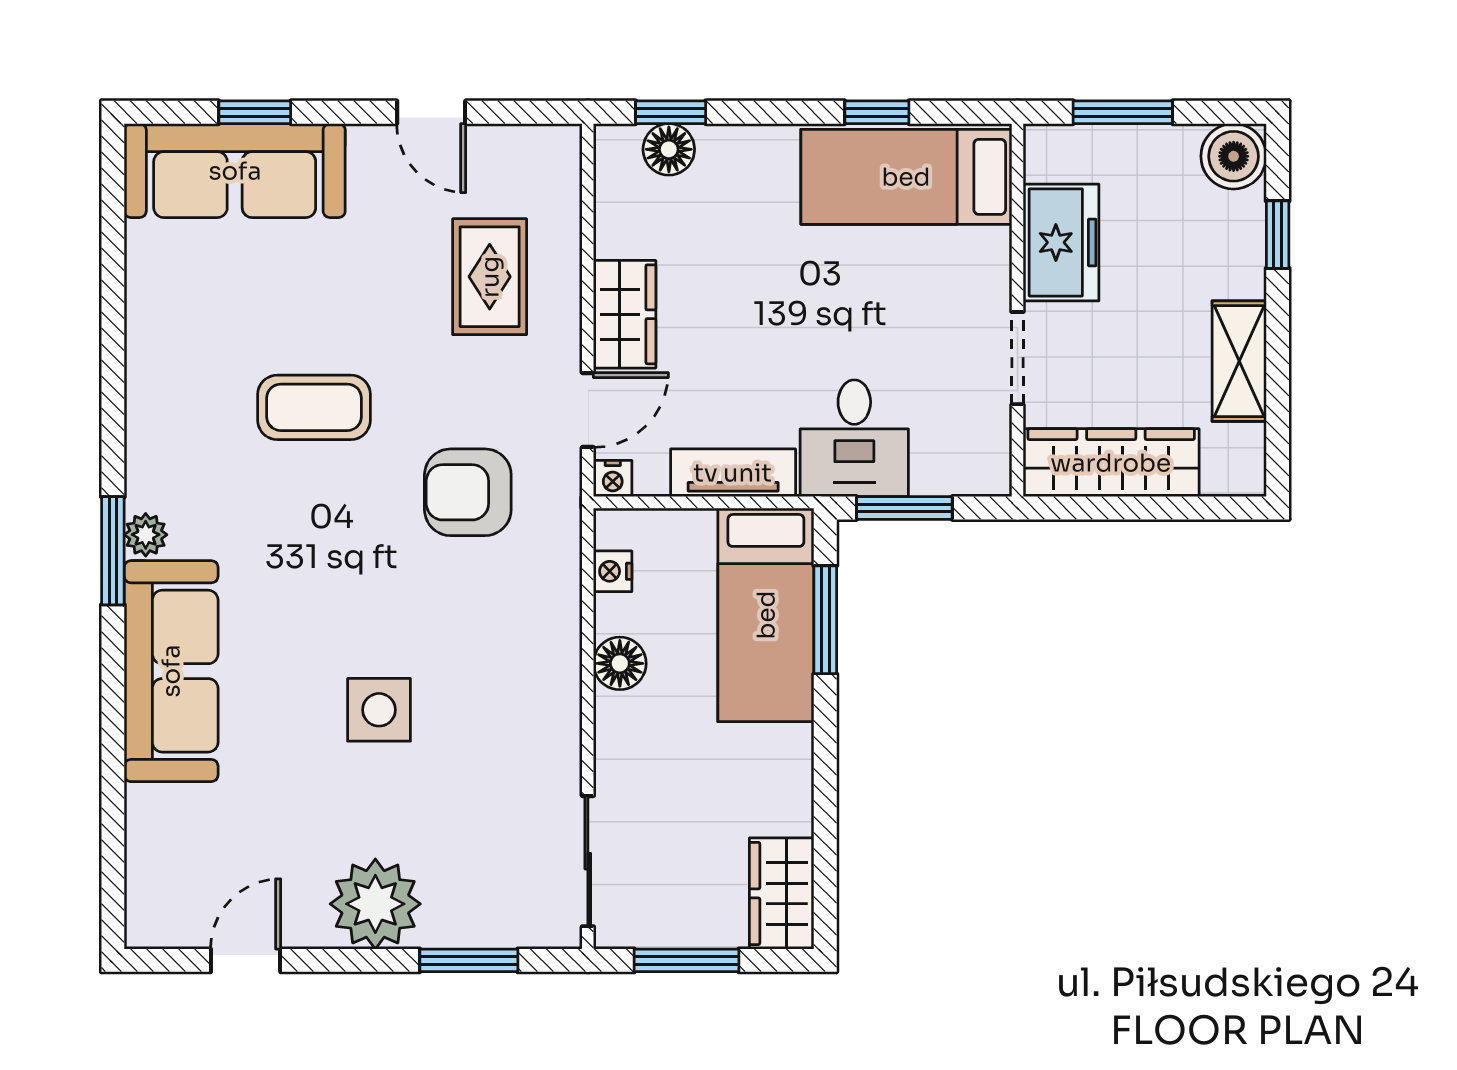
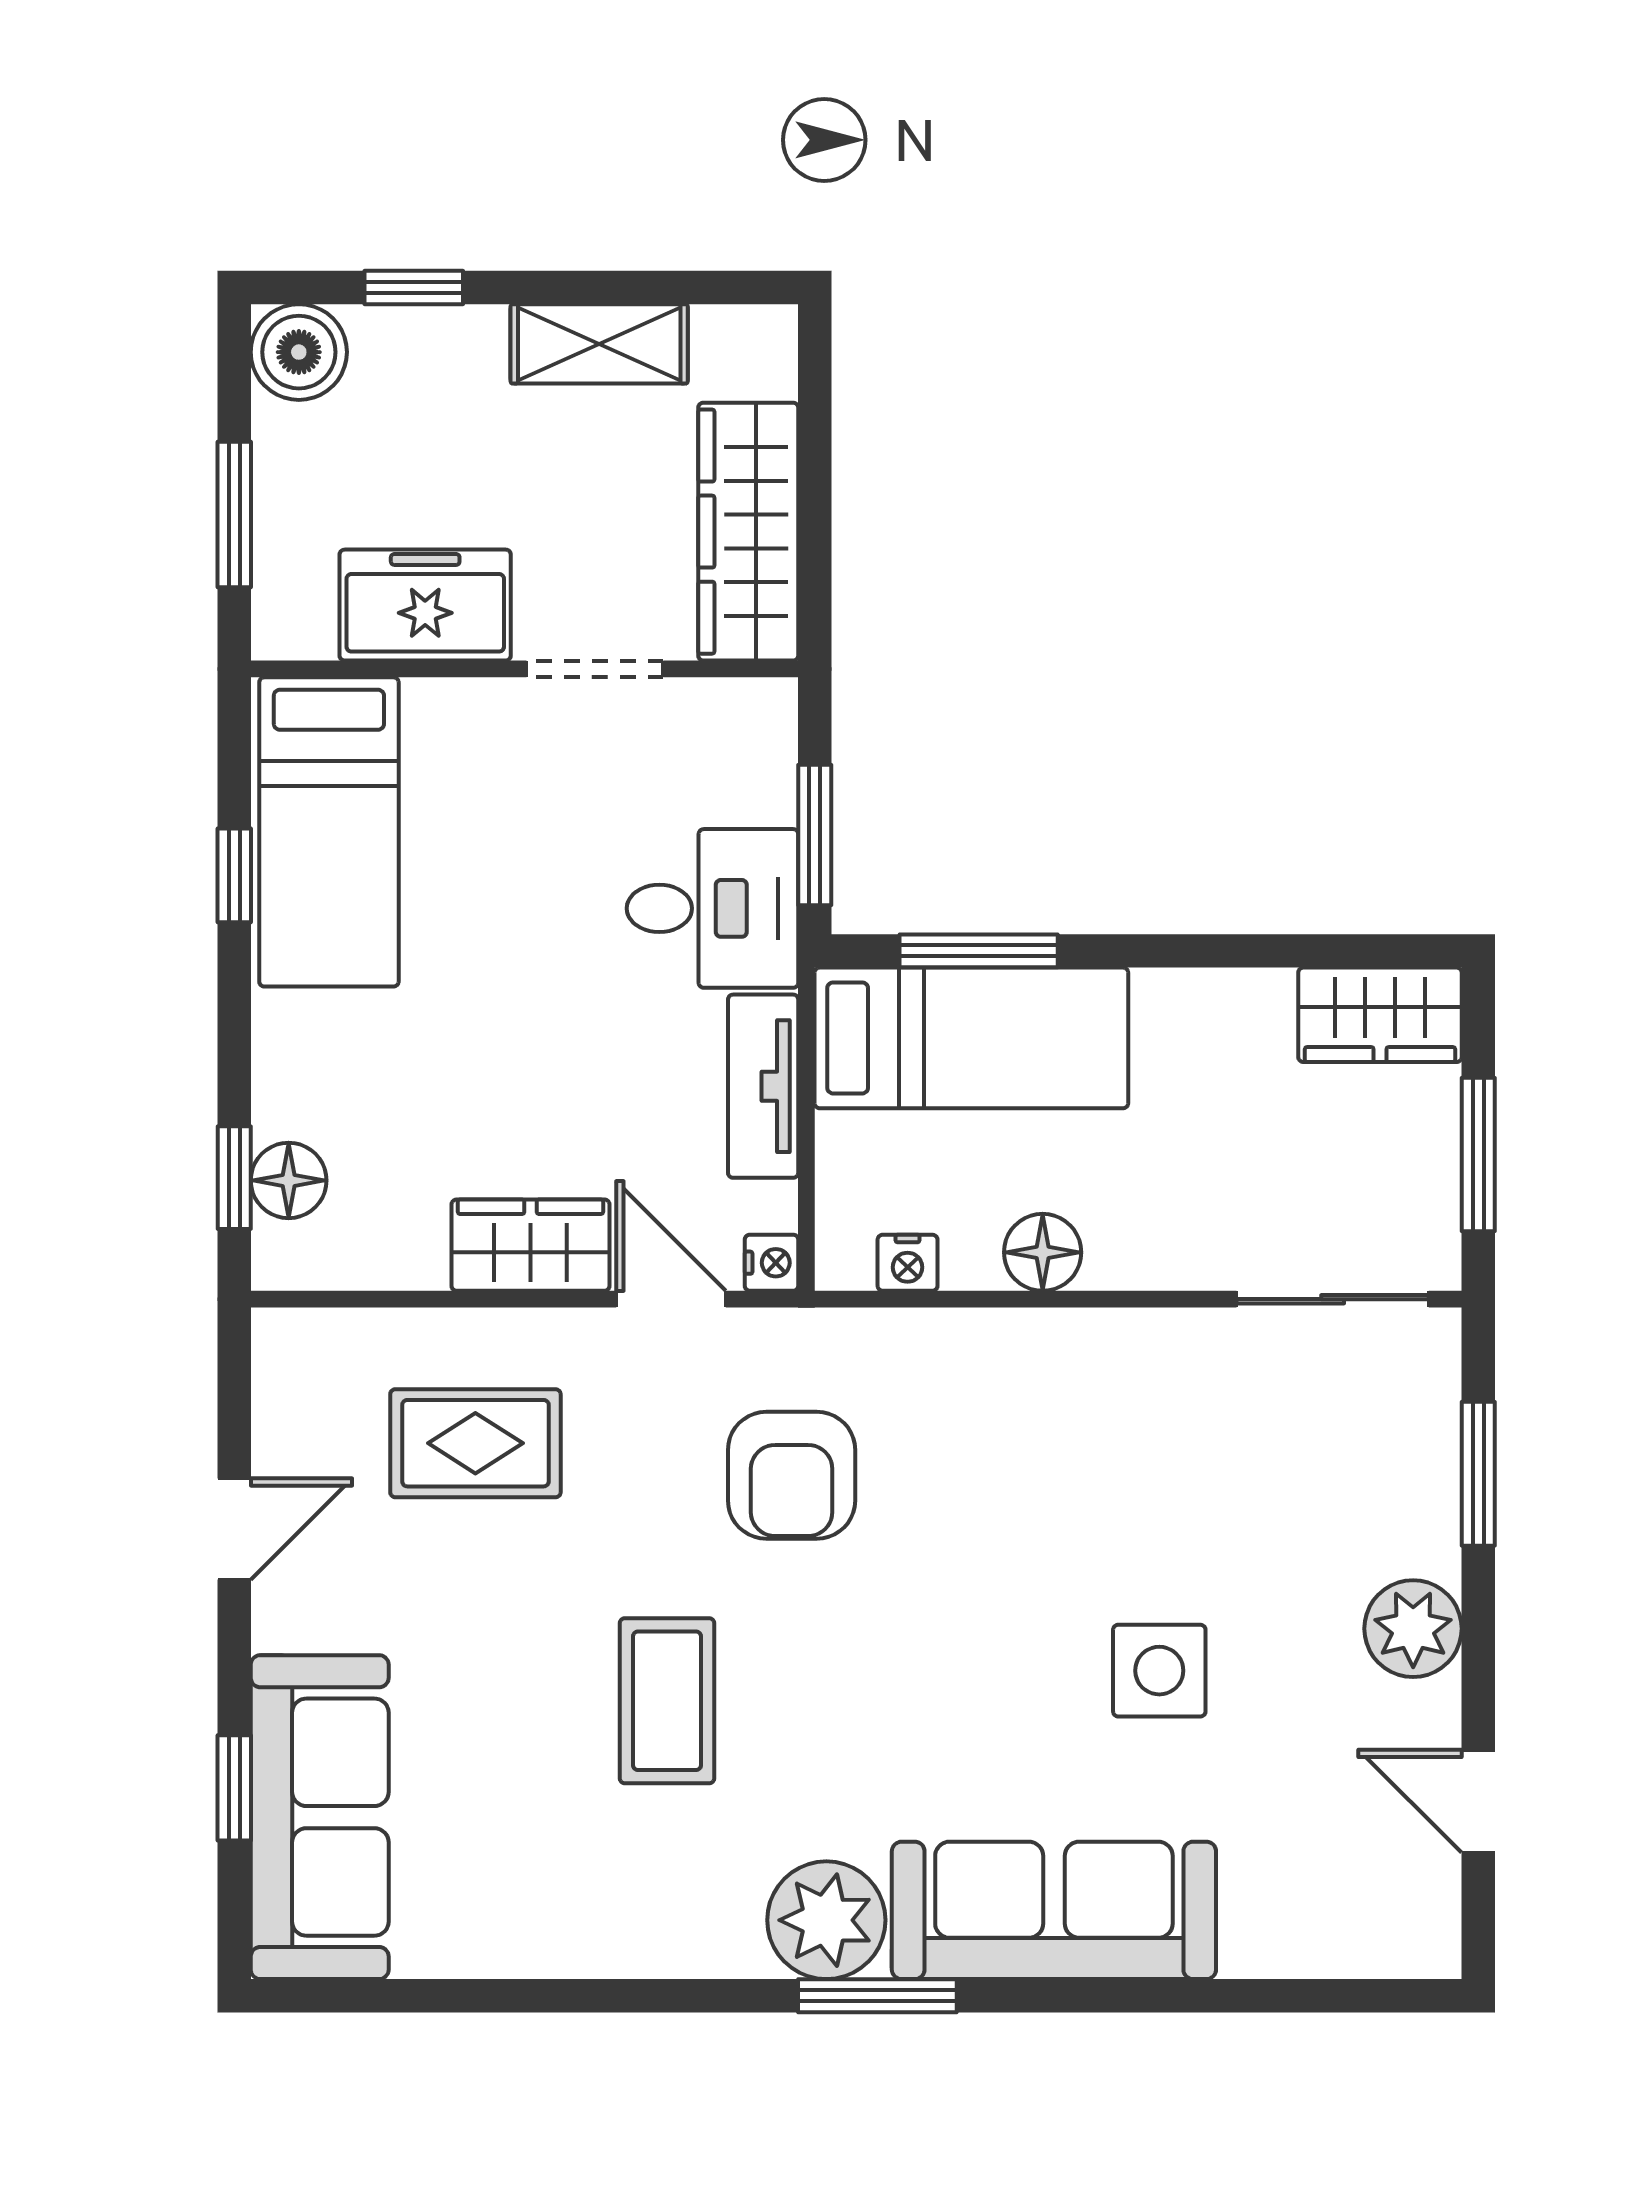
plant: (146, 535) -> (826, 1920), width x1.88, depth x1.88
side table: (379, 710) -> (1159, 1671), moved
plant: (375, 904) -> (1413, 1629), width x0.73, depth x0.73

